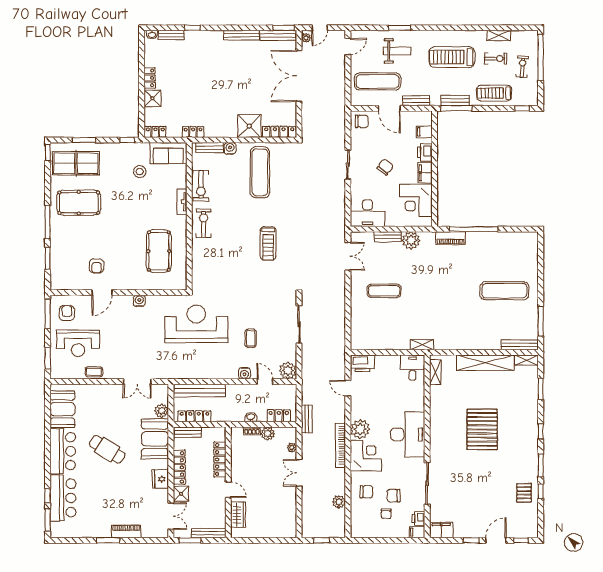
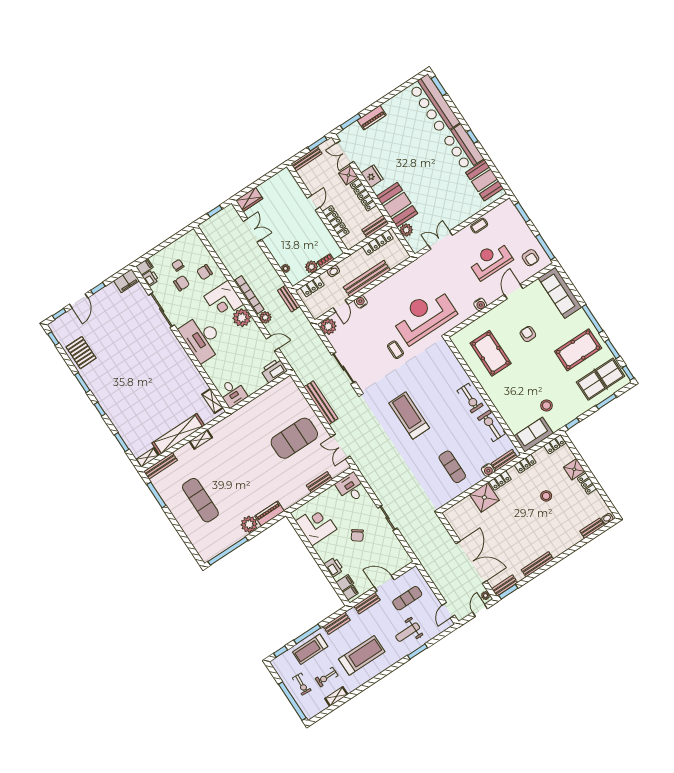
window: (192, 28) -> (579, 545), removed
bench: (278, 35) -> (505, 586), width x0.73
exercise mat: (377, 81) -> (407, 598), width x0.73, depth x0.69
stool: (193, 91) -> (546, 496), added
treadmill: (494, 93) -> (310, 649), turned 180
window: (456, 108) -> (307, 634), moved
chair: (362, 121) -> (399, 559), removed
locker: (279, 132) -> (500, 481), moved, width x0.66
exercise mat: (260, 172) -> (452, 467), width x0.73, depth x0.69
filing cabinet: (425, 173) -> (350, 593), moved, width x0.50
tv unit: (182, 202) -> (498, 404), removed
desk: (367, 213) -> (351, 488), width x0.73
window: (474, 229) -> (228, 551), moved
plant: (411, 241) -> (249, 524), moved
treadmill: (268, 243) -> (409, 415), width x1.37, depth x1.38
window: (48, 258) -> (612, 349), moved
sofa: (61, 264) -> (560, 293), added
armchair: (96, 266) -> (528, 334), moved
exercise mat: (384, 291) -> (294, 438), width x2.00, depth x1.45
exercise mat: (504, 291) -> (200, 500), turned 90
bench: (339, 307) -> (321, 403), added
reception desk: (196, 324) -> (424, 316), turned 180
coffee table: (251, 338) -> (395, 350), moved
reception desk: (78, 343) -> (490, 260), moved
shelving: (422, 345) -> (201, 439), moved
door: (265, 382) -> (340, 306), hinge flipped
bench: (199, 391) -> (367, 279), moved
pallet: (482, 429) -> (146, 380), removed
cafe table: (107, 449) -> (429, 172), removed
double door: (299, 473) -> (252, 230), moved
door: (228, 490) -> (314, 203), swing flipped
window: (541, 491) -> (53, 339), moved
pallet: (524, 493) -> (81, 353), width x1.50, depth x1.42
window: (48, 496) -> (472, 136), moved
bar counter: (63, 498) -> (434, 105), width x1.36
plant: (339, 502) -> (265, 317), moved
wardrobe: (238, 515) -> (249, 199), moved, turned -90
window: (108, 540) -> (351, 122), moved

